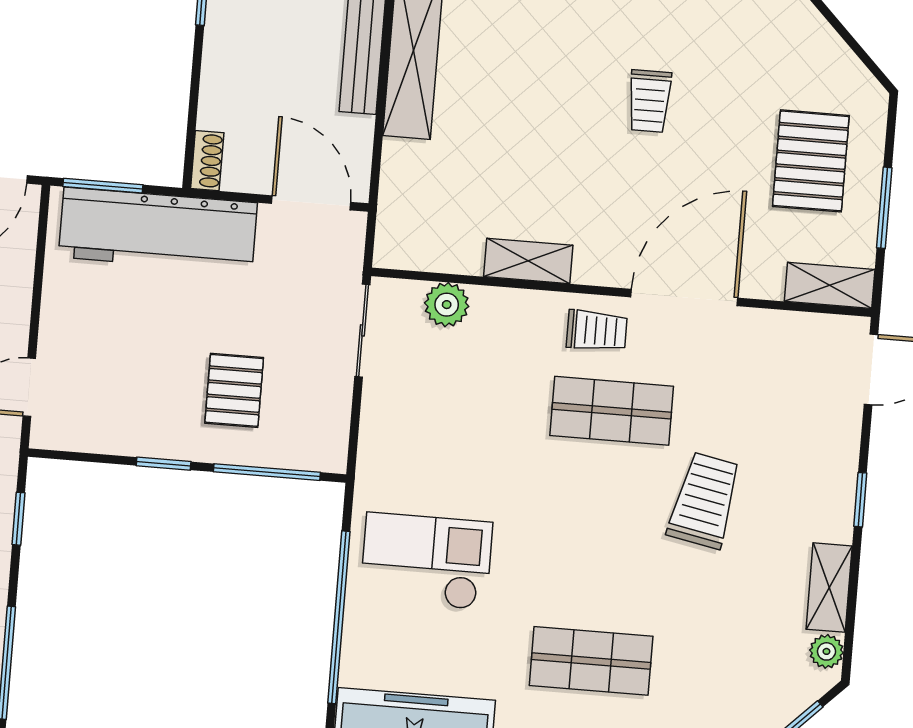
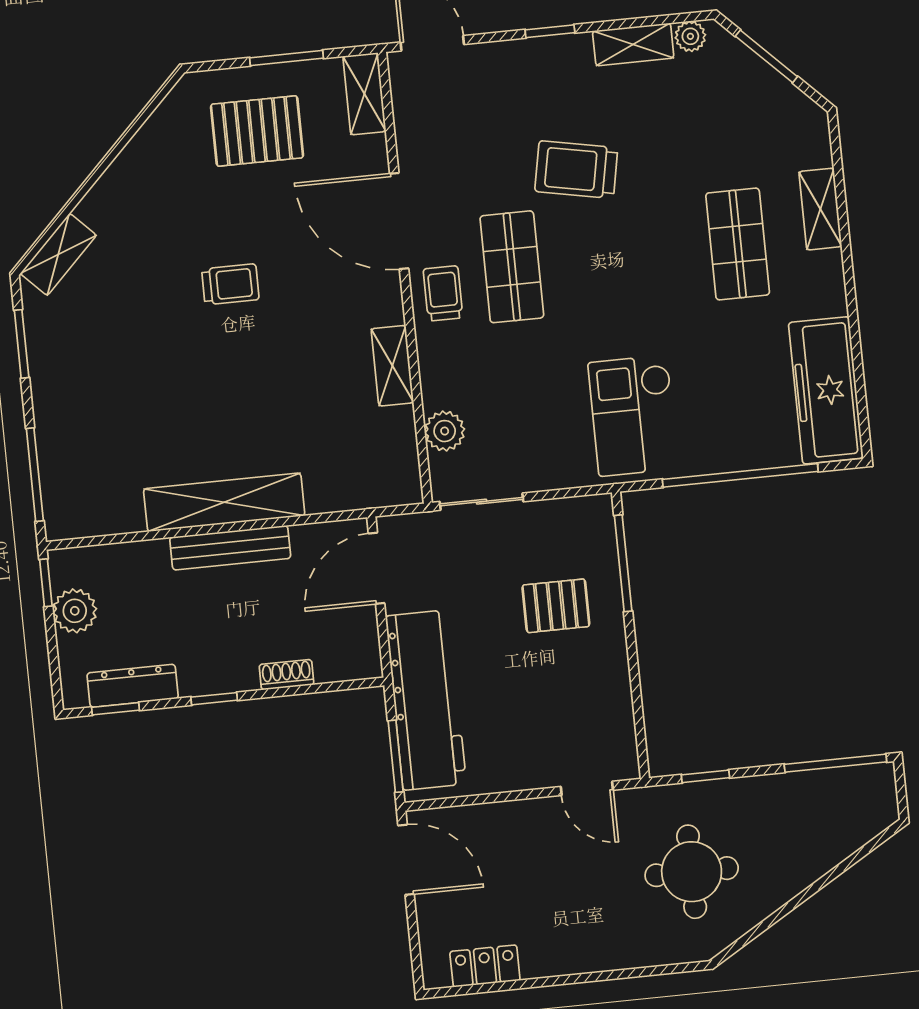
shoe rack: (207, 161) -> (287, 675), moved
window: (164, 464) -> (633, 656), removed
checkout: (426, 561) -> (633, 416), moved

